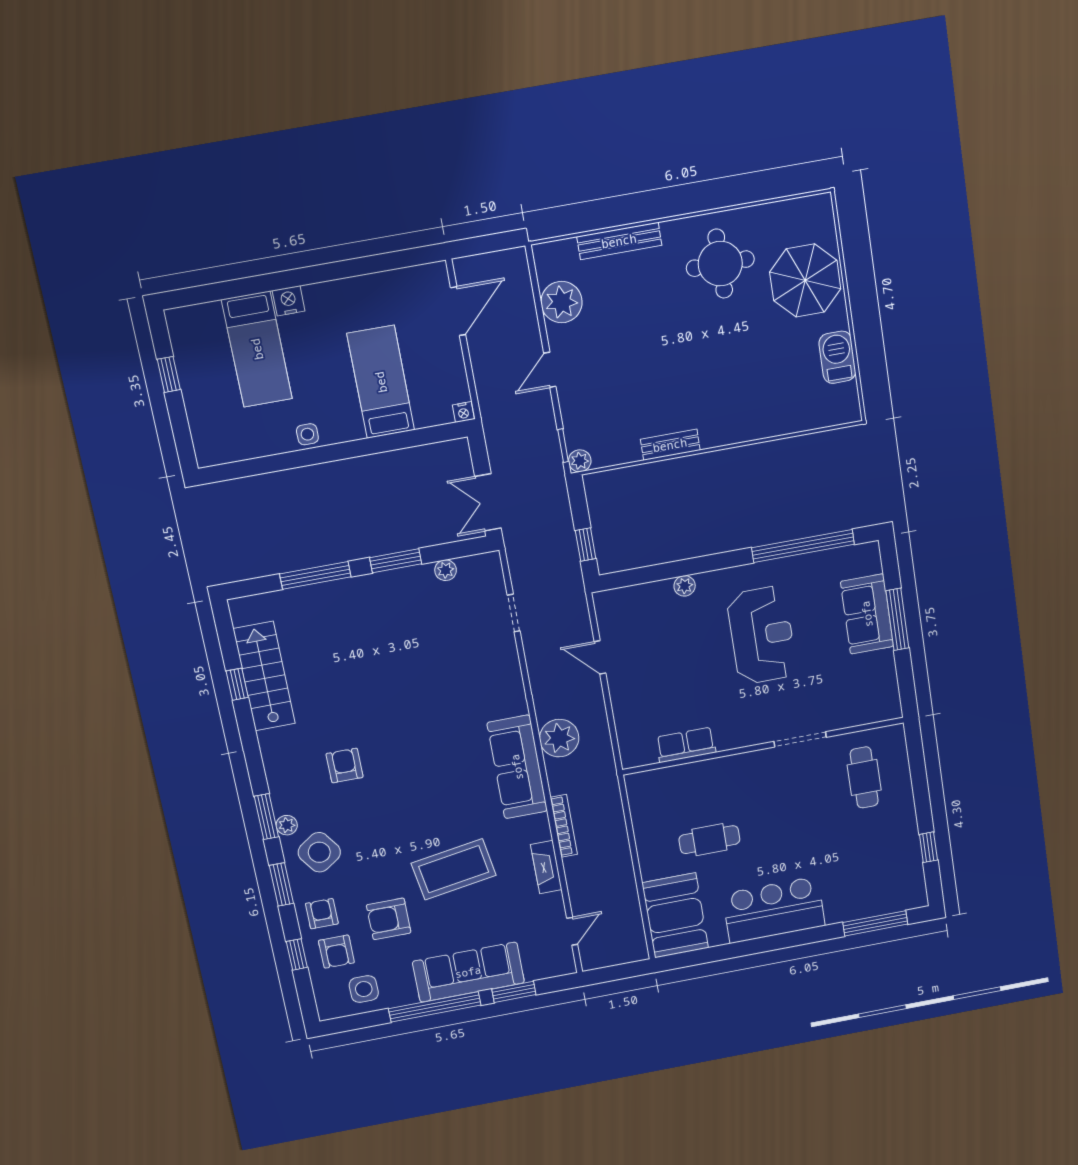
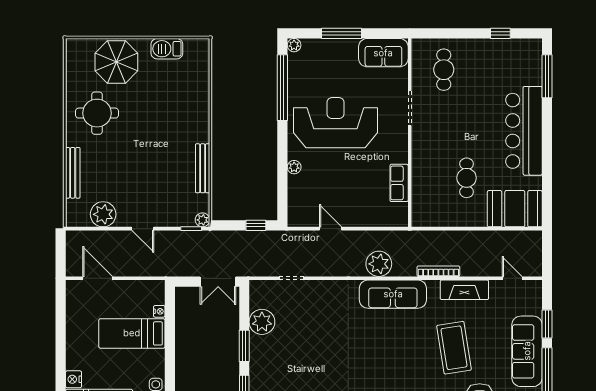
nightstand: (463, 412) -> (159, 311), moved
bench: (670, 445) -> (203, 168), width x1.36
plant: (870, 552) -> (294, 45), added
plant: (446, 570) -> (262, 322), width x1.88, depth x1.88
sofa: (867, 614) -> (383, 53), moved
reception desk: (762, 635) -> (335, 123), width x1.36, depth x1.30
door: (600, 657) -> (330, 229), swing flipped
cafe table: (864, 777) -> (444, 70), turned 90
fireplace: (546, 867) -> (464, 290), width x1.37, depth x1.32
bar counter: (774, 910) -> (524, 131), width x1.36

